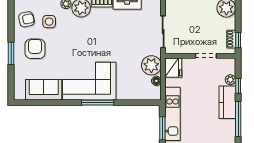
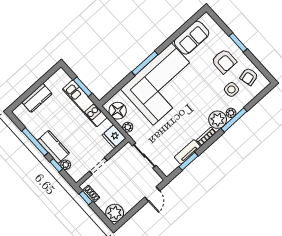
plant: (151, 65) -> (128, 127), width x0.53, depth x0.53
corner sofa: (89, 81) -> (162, 84), width x1.36, depth x1.36
floor lamp: (156, 81) -> (118, 111), width x1.89, depth x1.89

